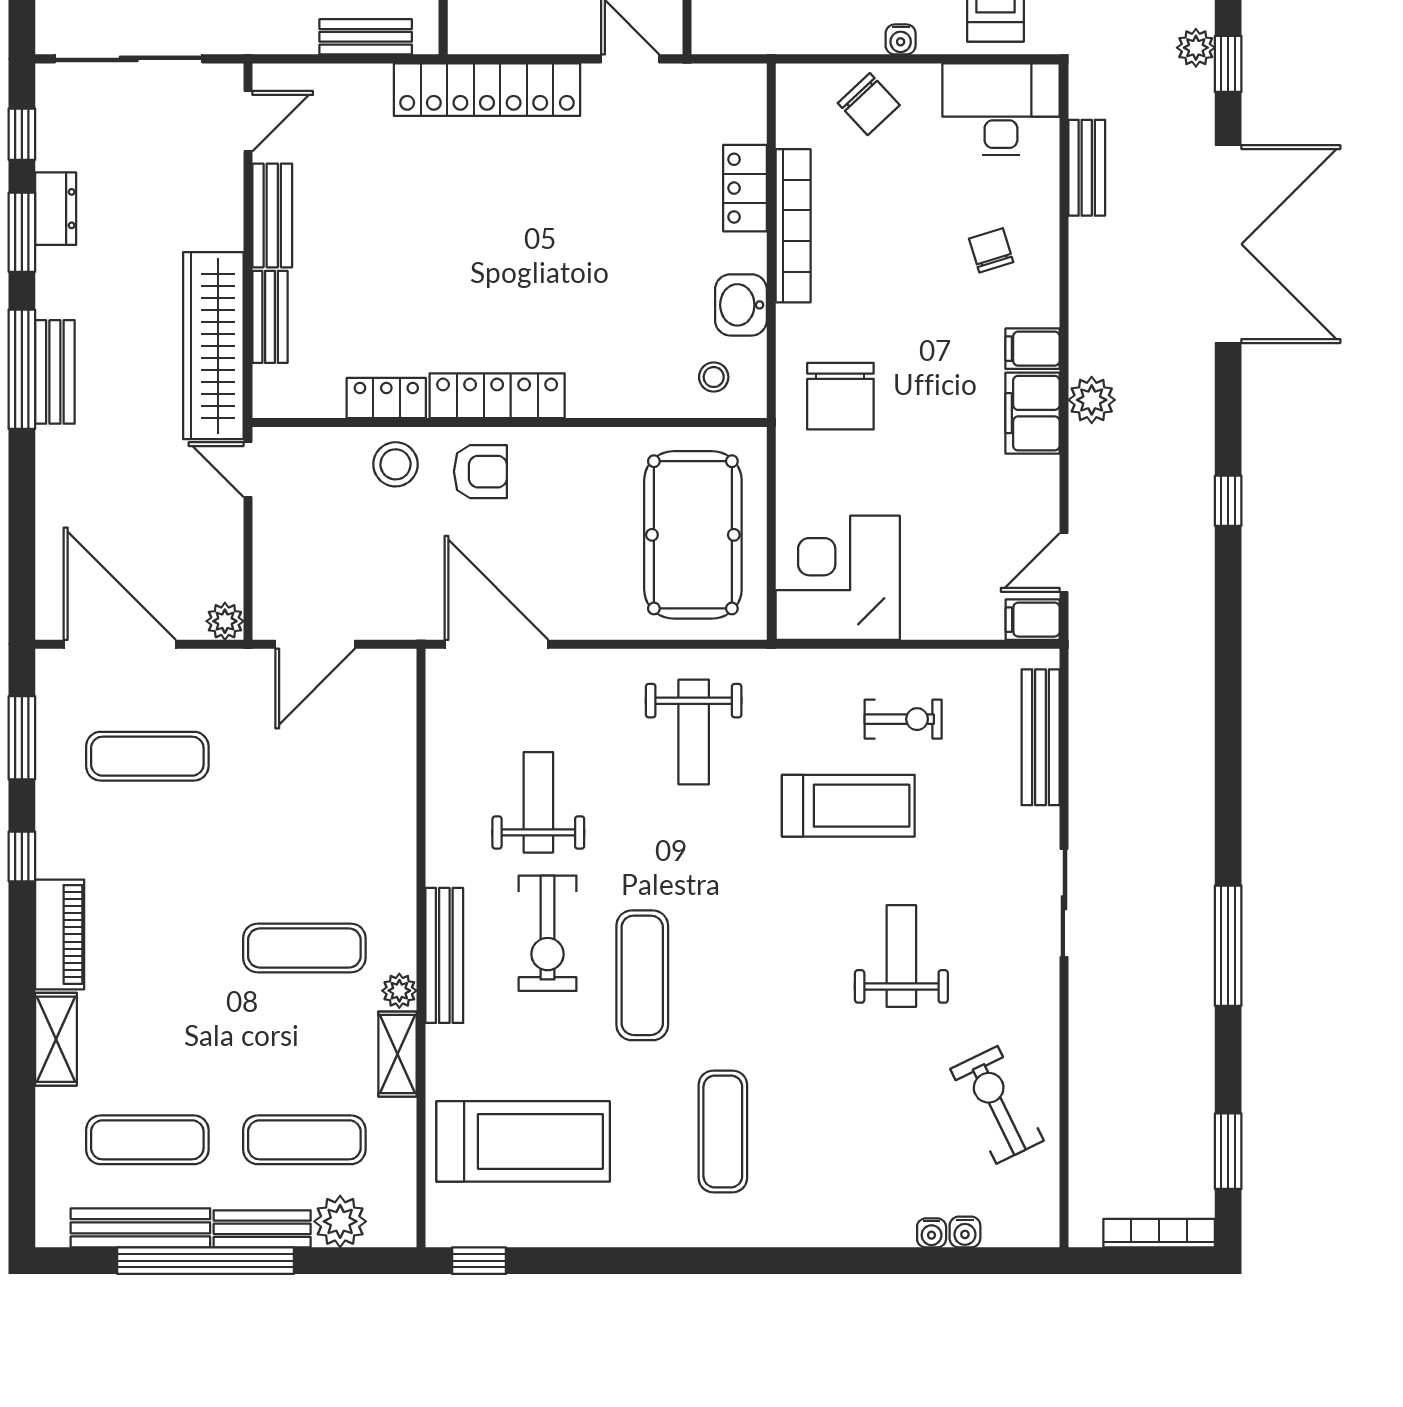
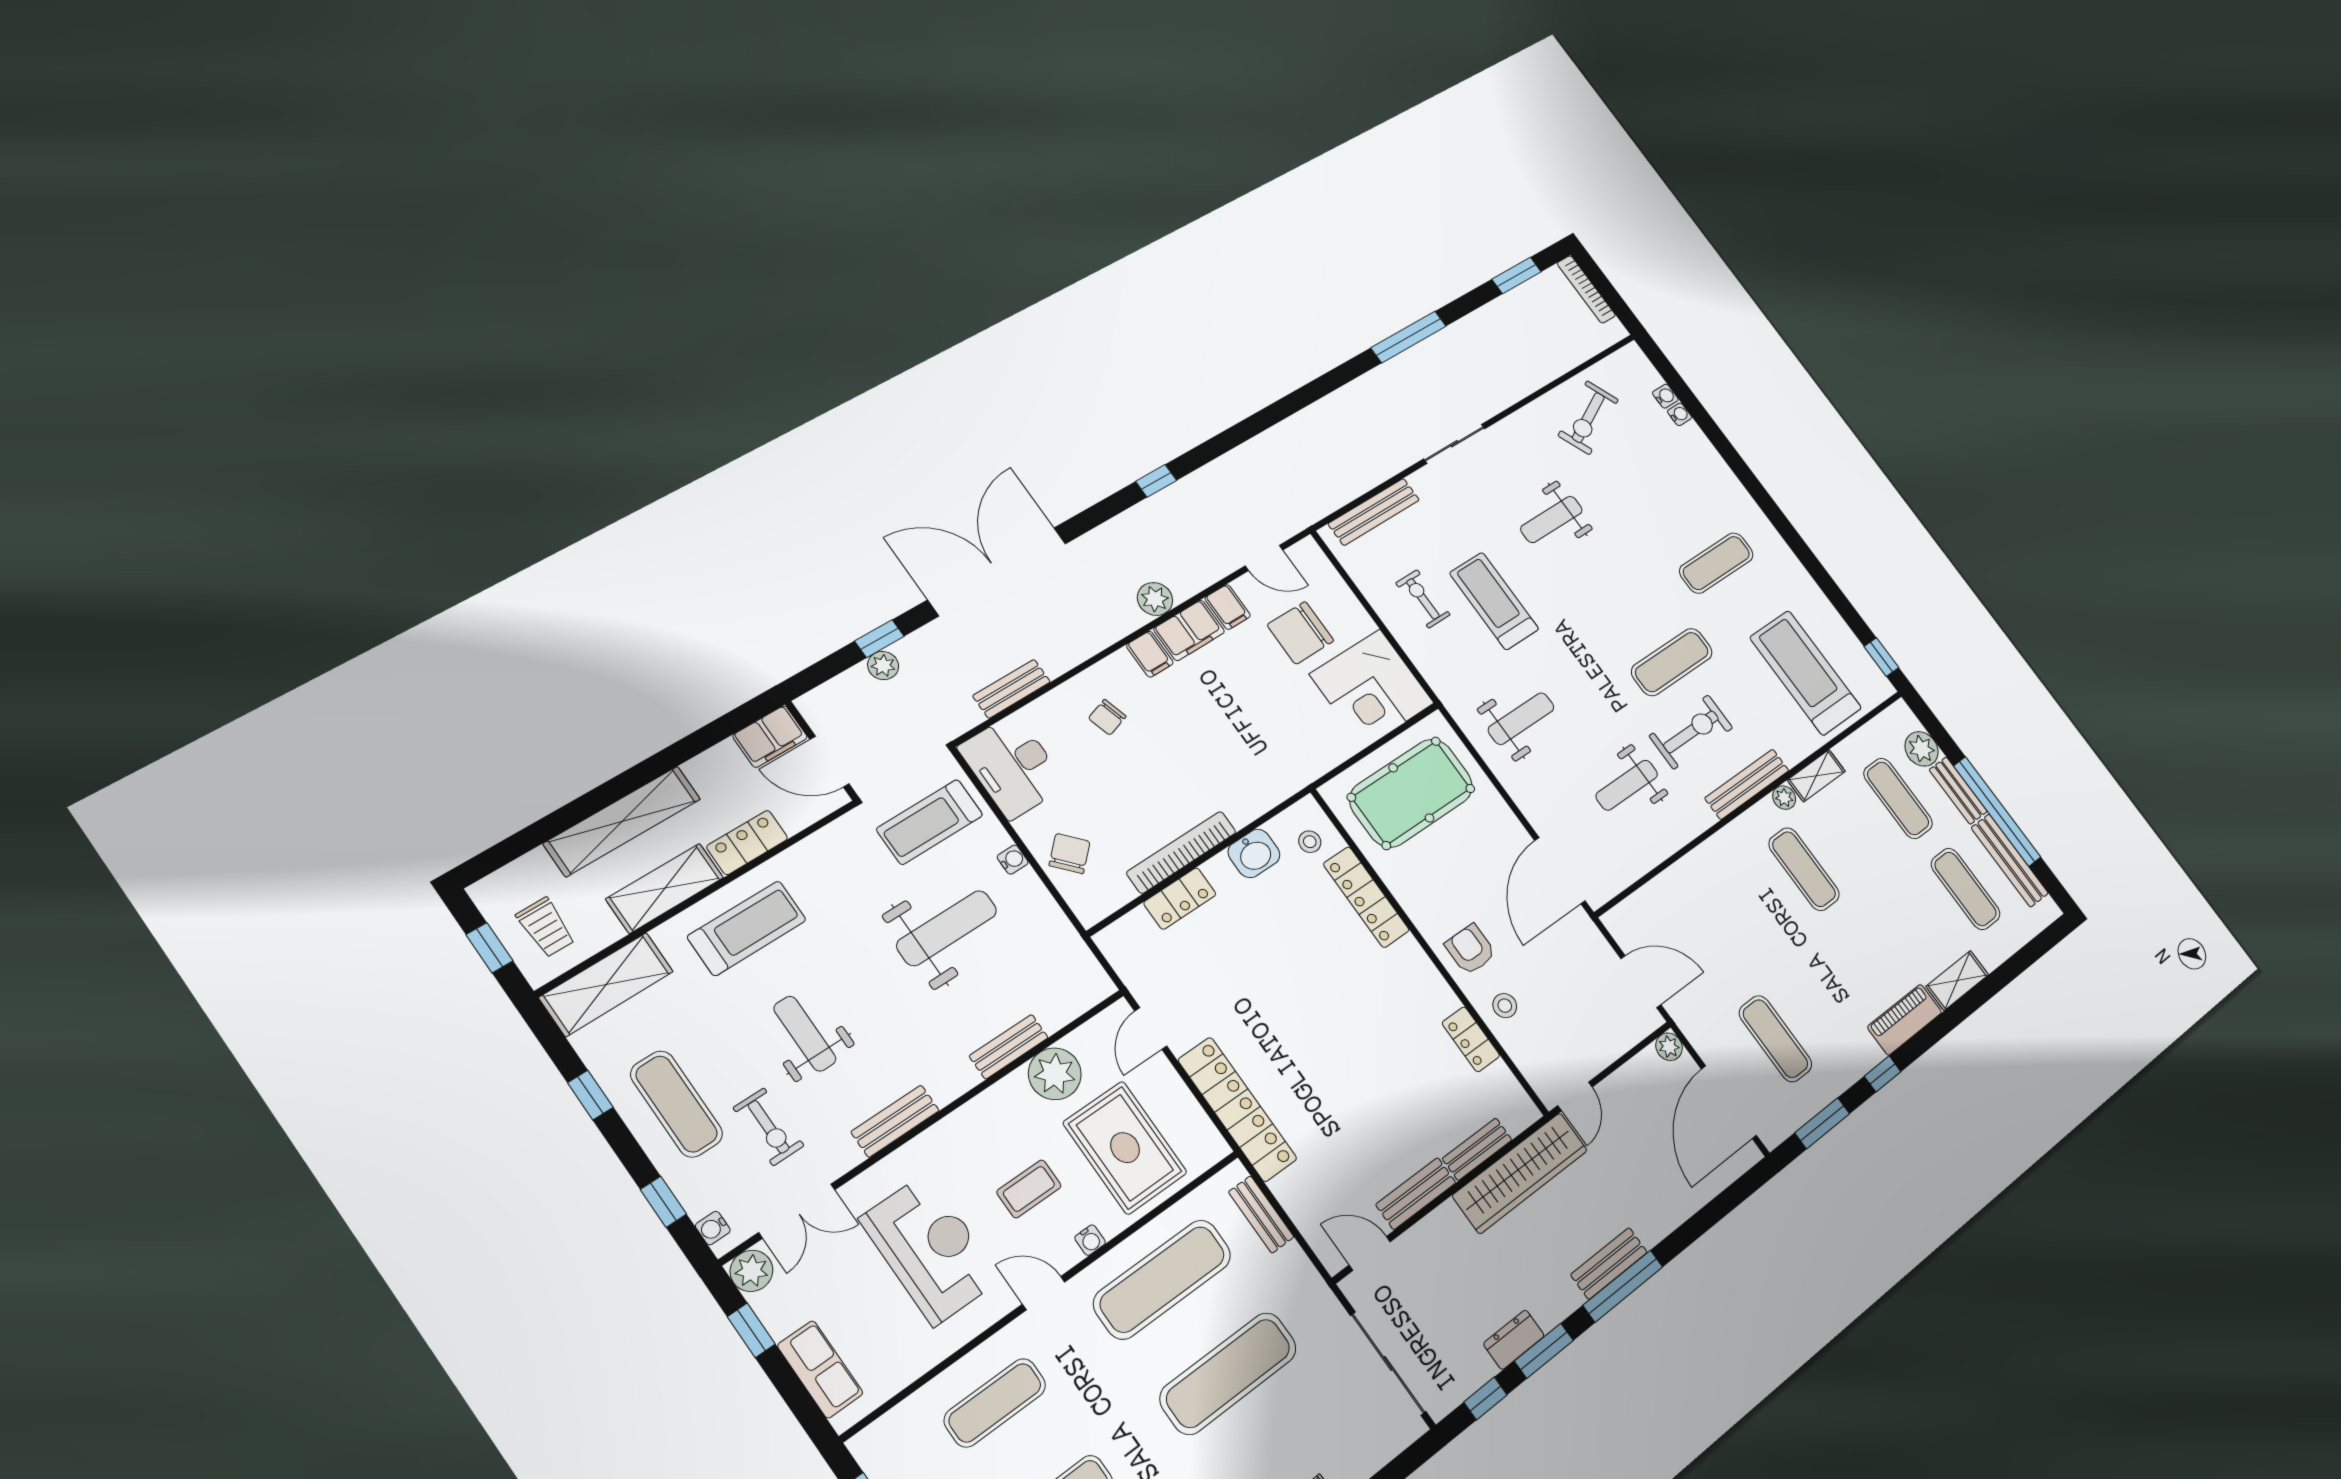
locker: (497, 396) -> (1366, 897), moved
chair: (840, 396) -> (1300, 633), moved, turned 180
stool: (395, 464) -> (1505, 1006), width x0.73, depth x0.73
filing cabinet: (1033, 620) -> (1228, 607), moved

